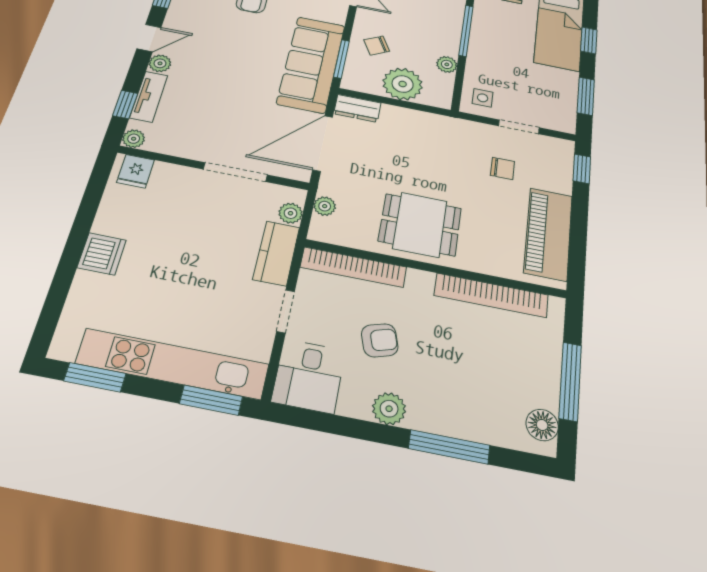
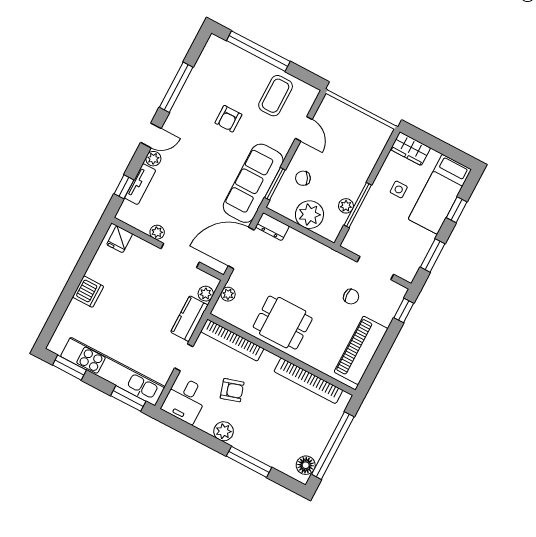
window: (466, 31) -> (358, 205), moved
side table: (483, 98) -> (399, 189), moved
doorway: (519, 127) -> (375, 268), width x1.38
plant: (134, 139) -> (157, 232), moved
window: (570, 381) -> (333, 446), width x1.46

